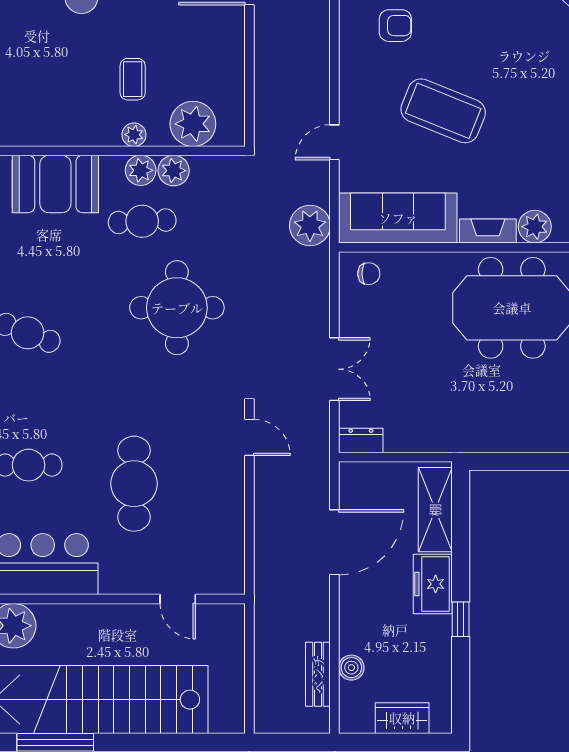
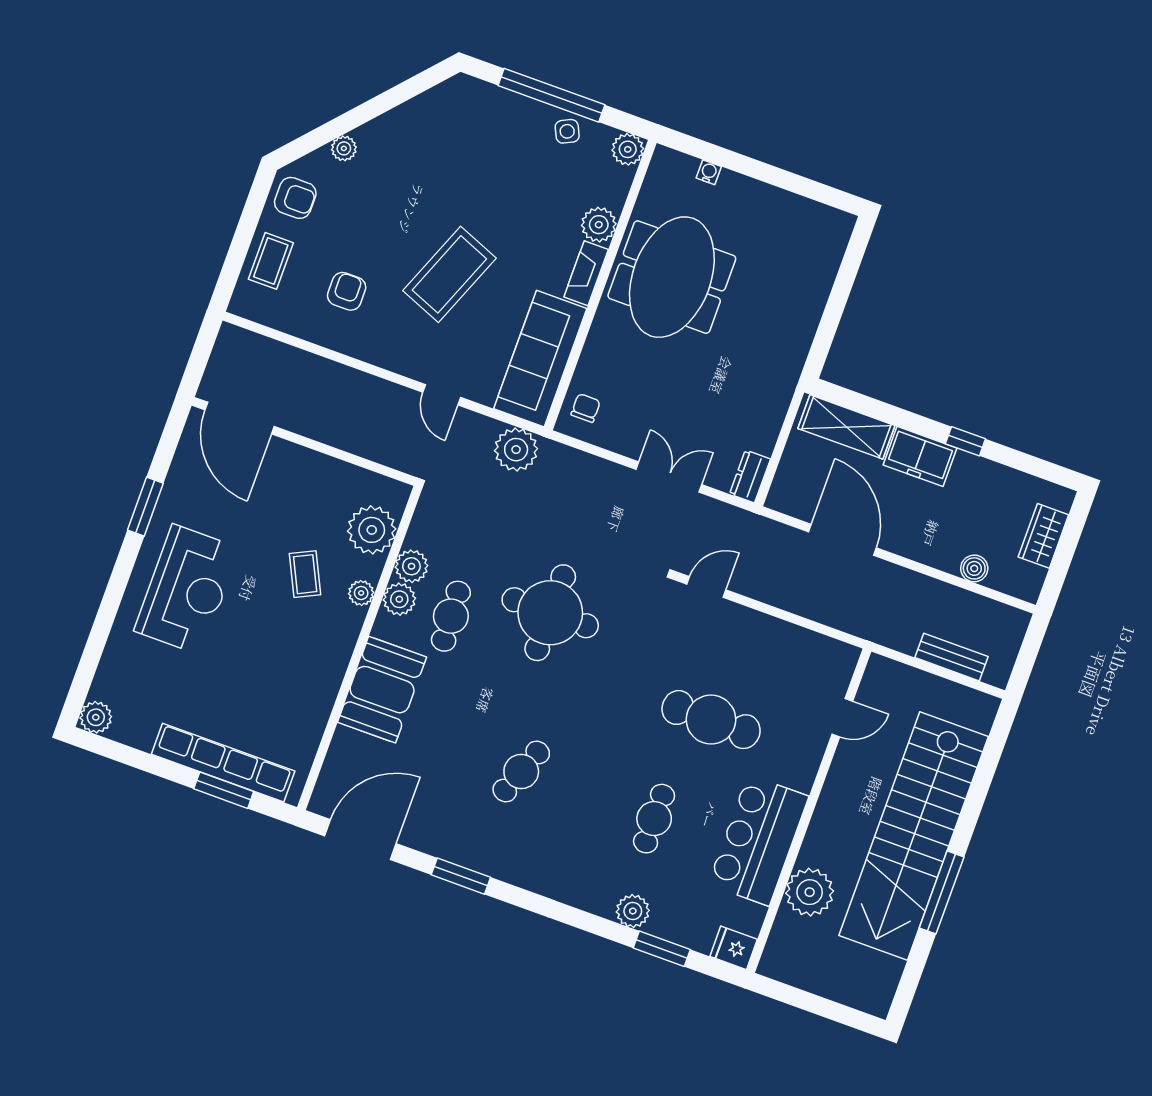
coffee table: (133, 79) -> (305, 574), turned 64
bench: (318, 674) -> (952, 657), moved

